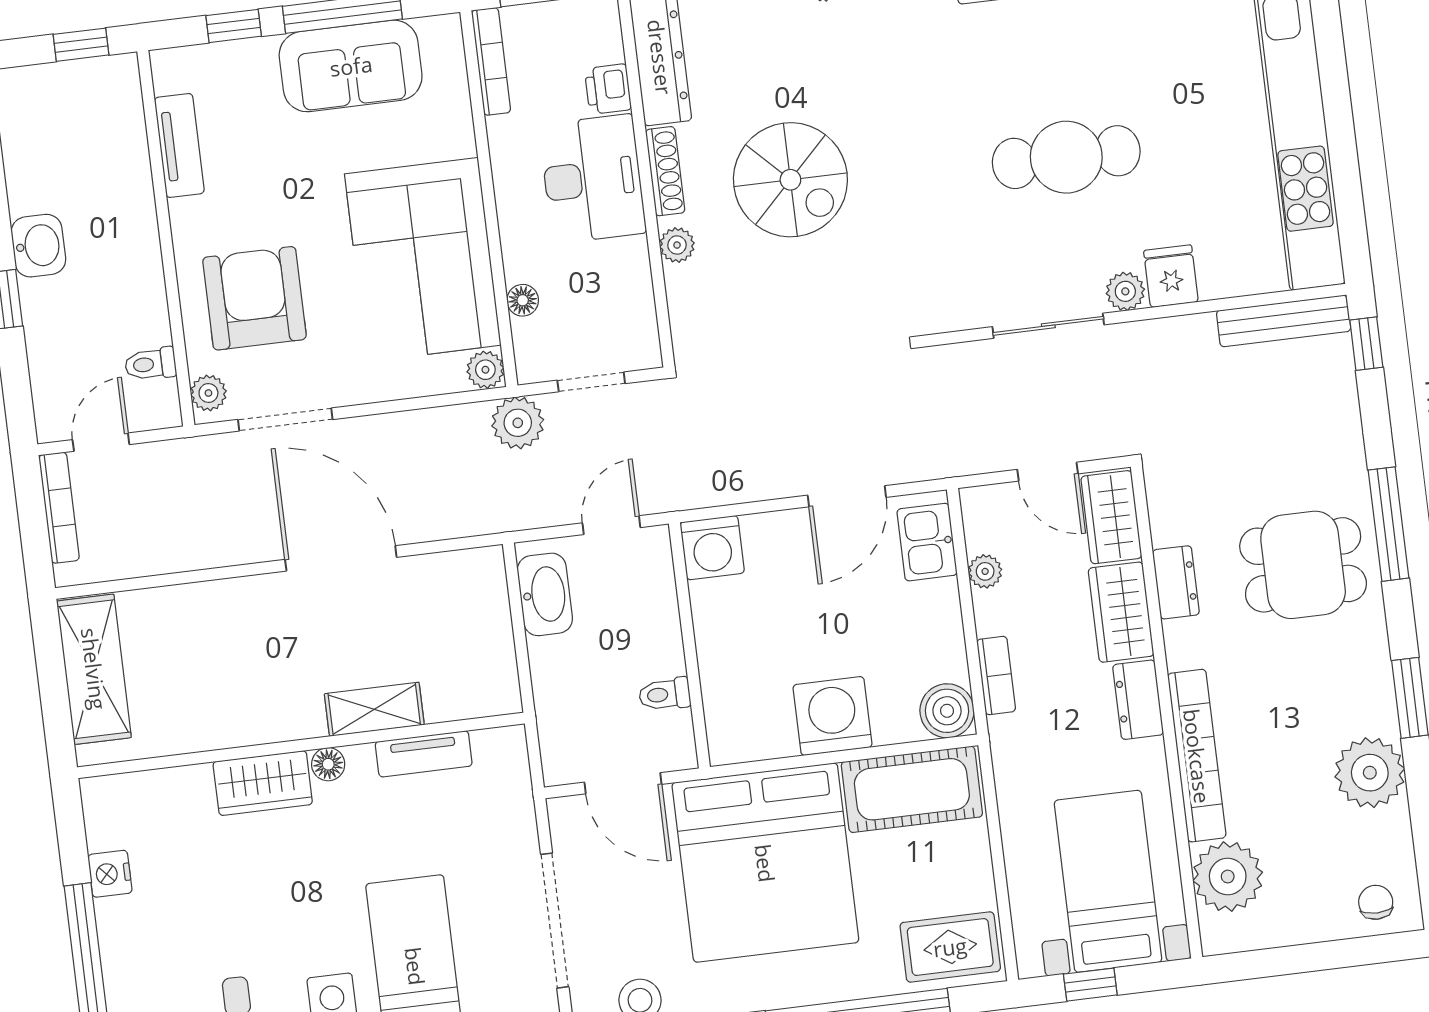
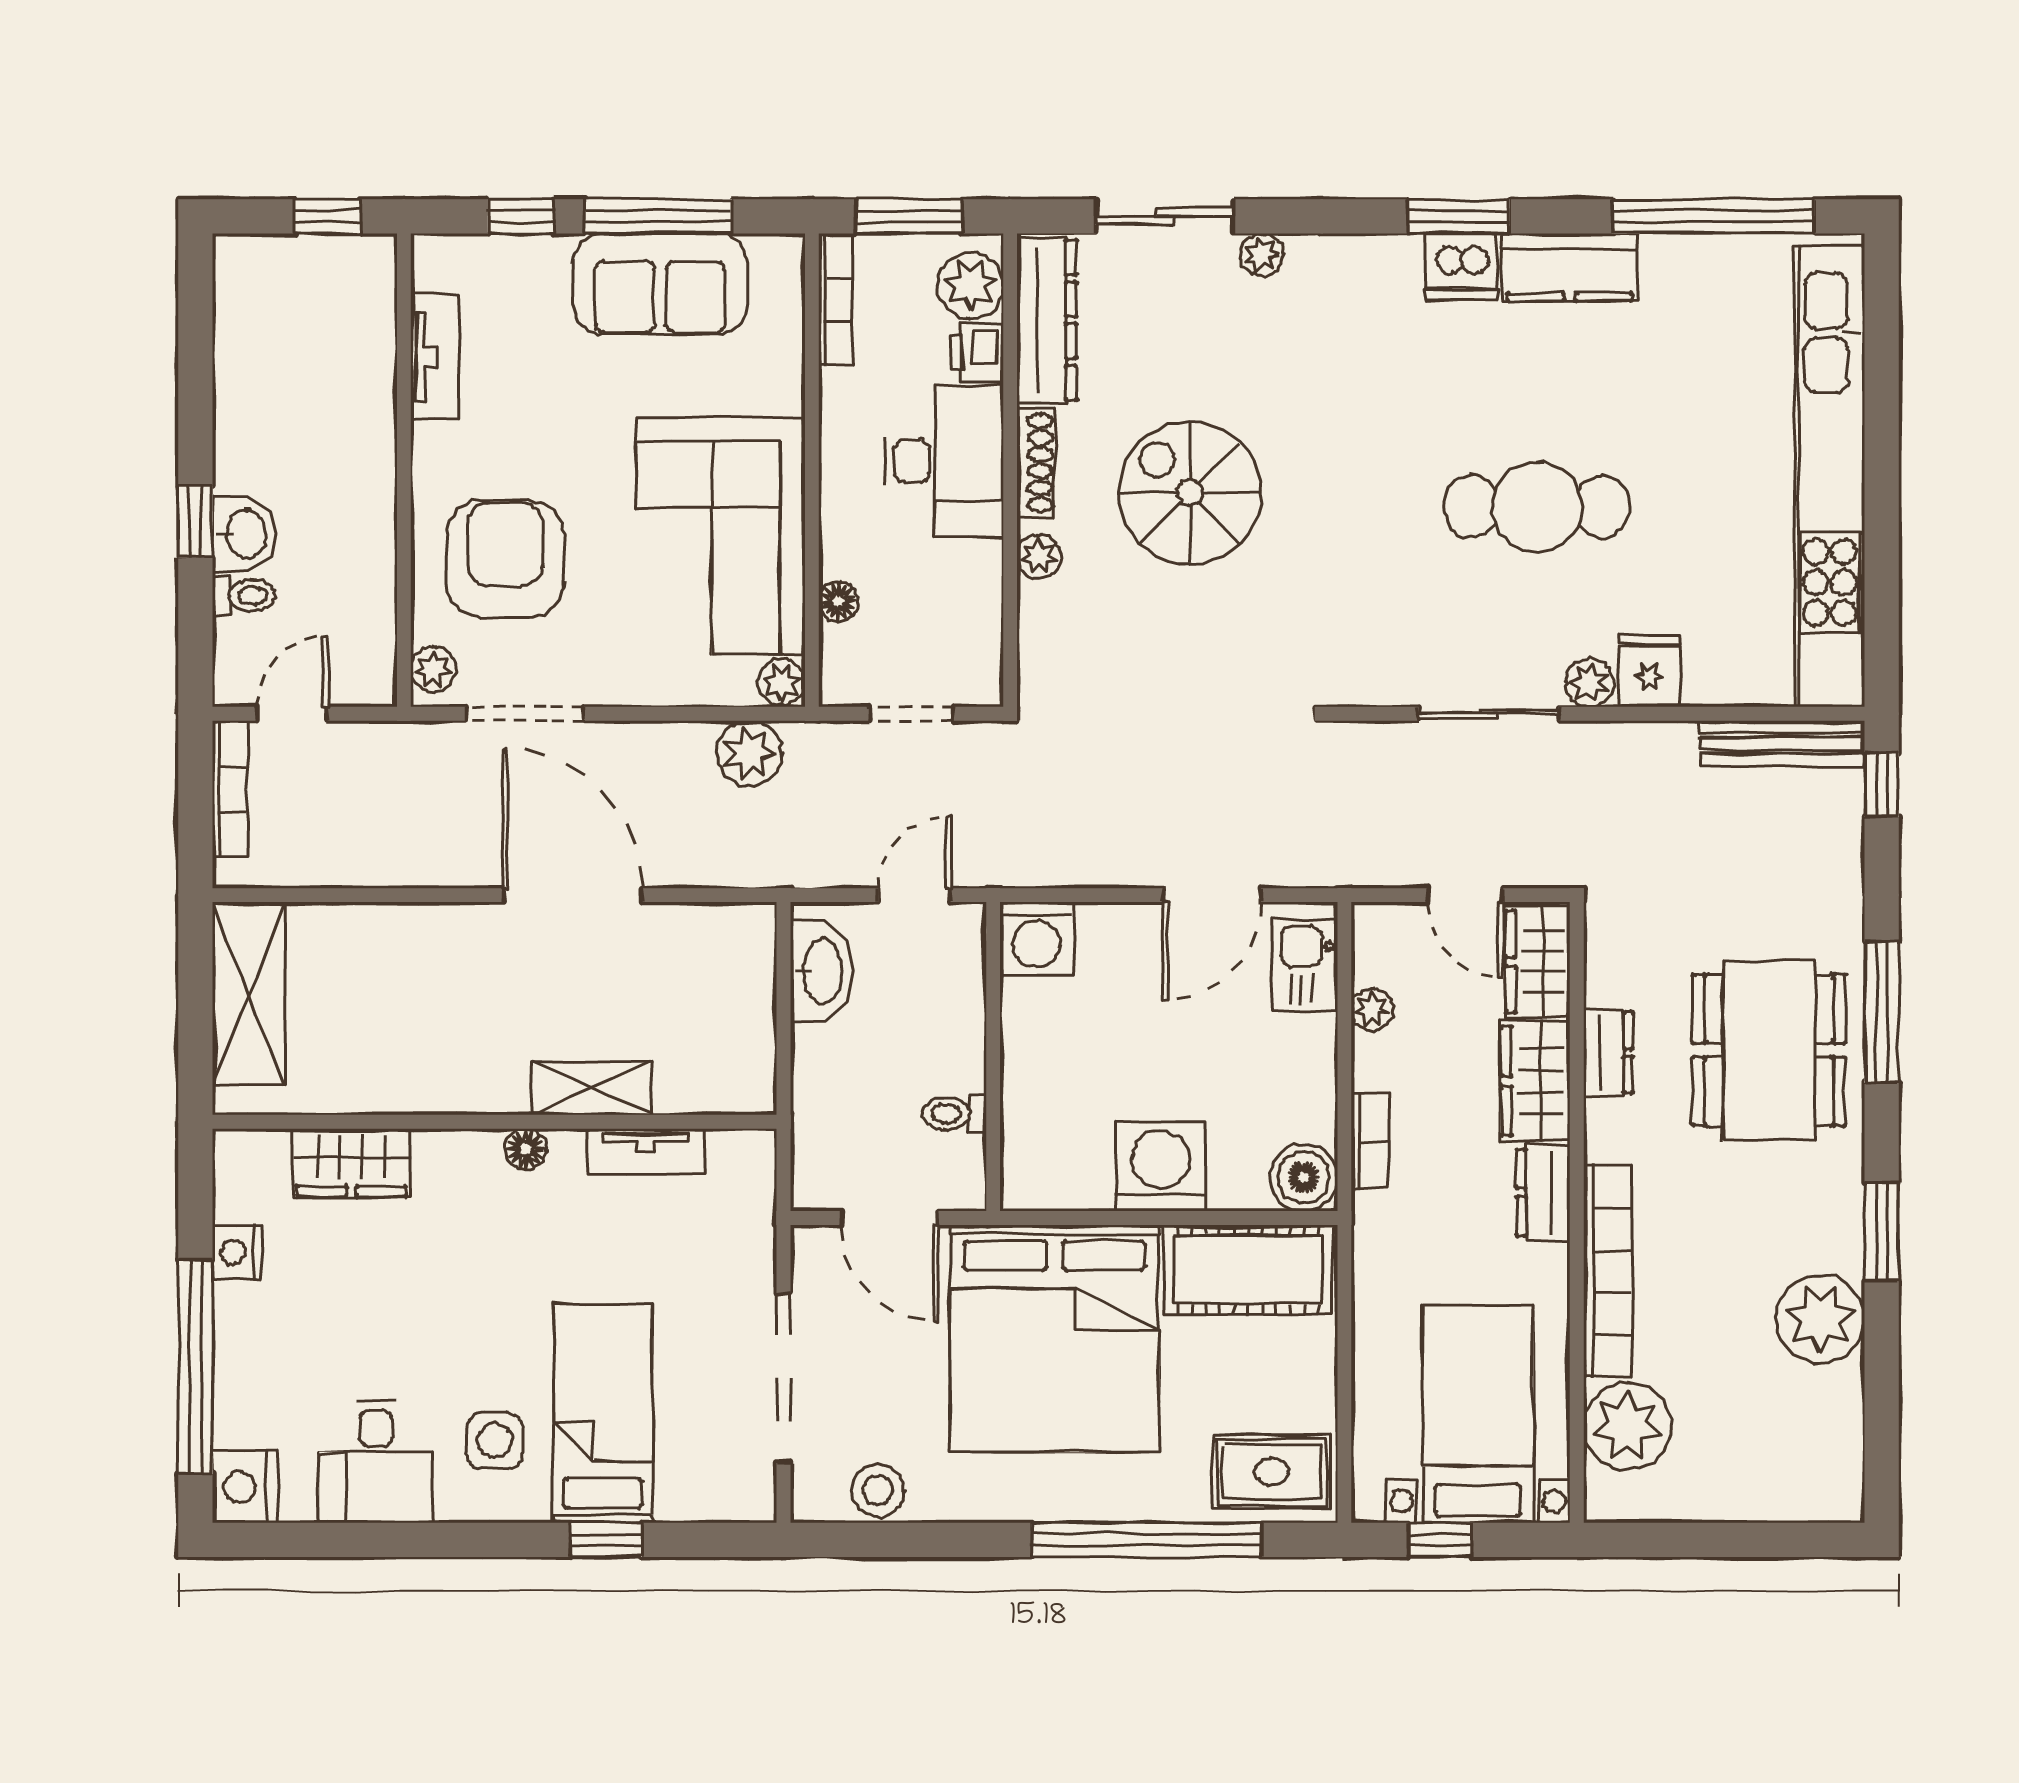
plant: (596, 37) -> (970, 285), added
spiral stairs: (790, 180) -> (1190, 493), turned 180
washbasin: (38, 246) -> (244, 534), moved
toilet: (150, 364) -> (244, 596), moved, turned 180
plant: (518, 423) -> (749, 753), moved
dining table: (1303, 565) -> (1769, 1050), width x1.38
wardrobe: (263, 783) -> (352, 1163), moved
chair: (1376, 902) -> (1808, 1481), removed

